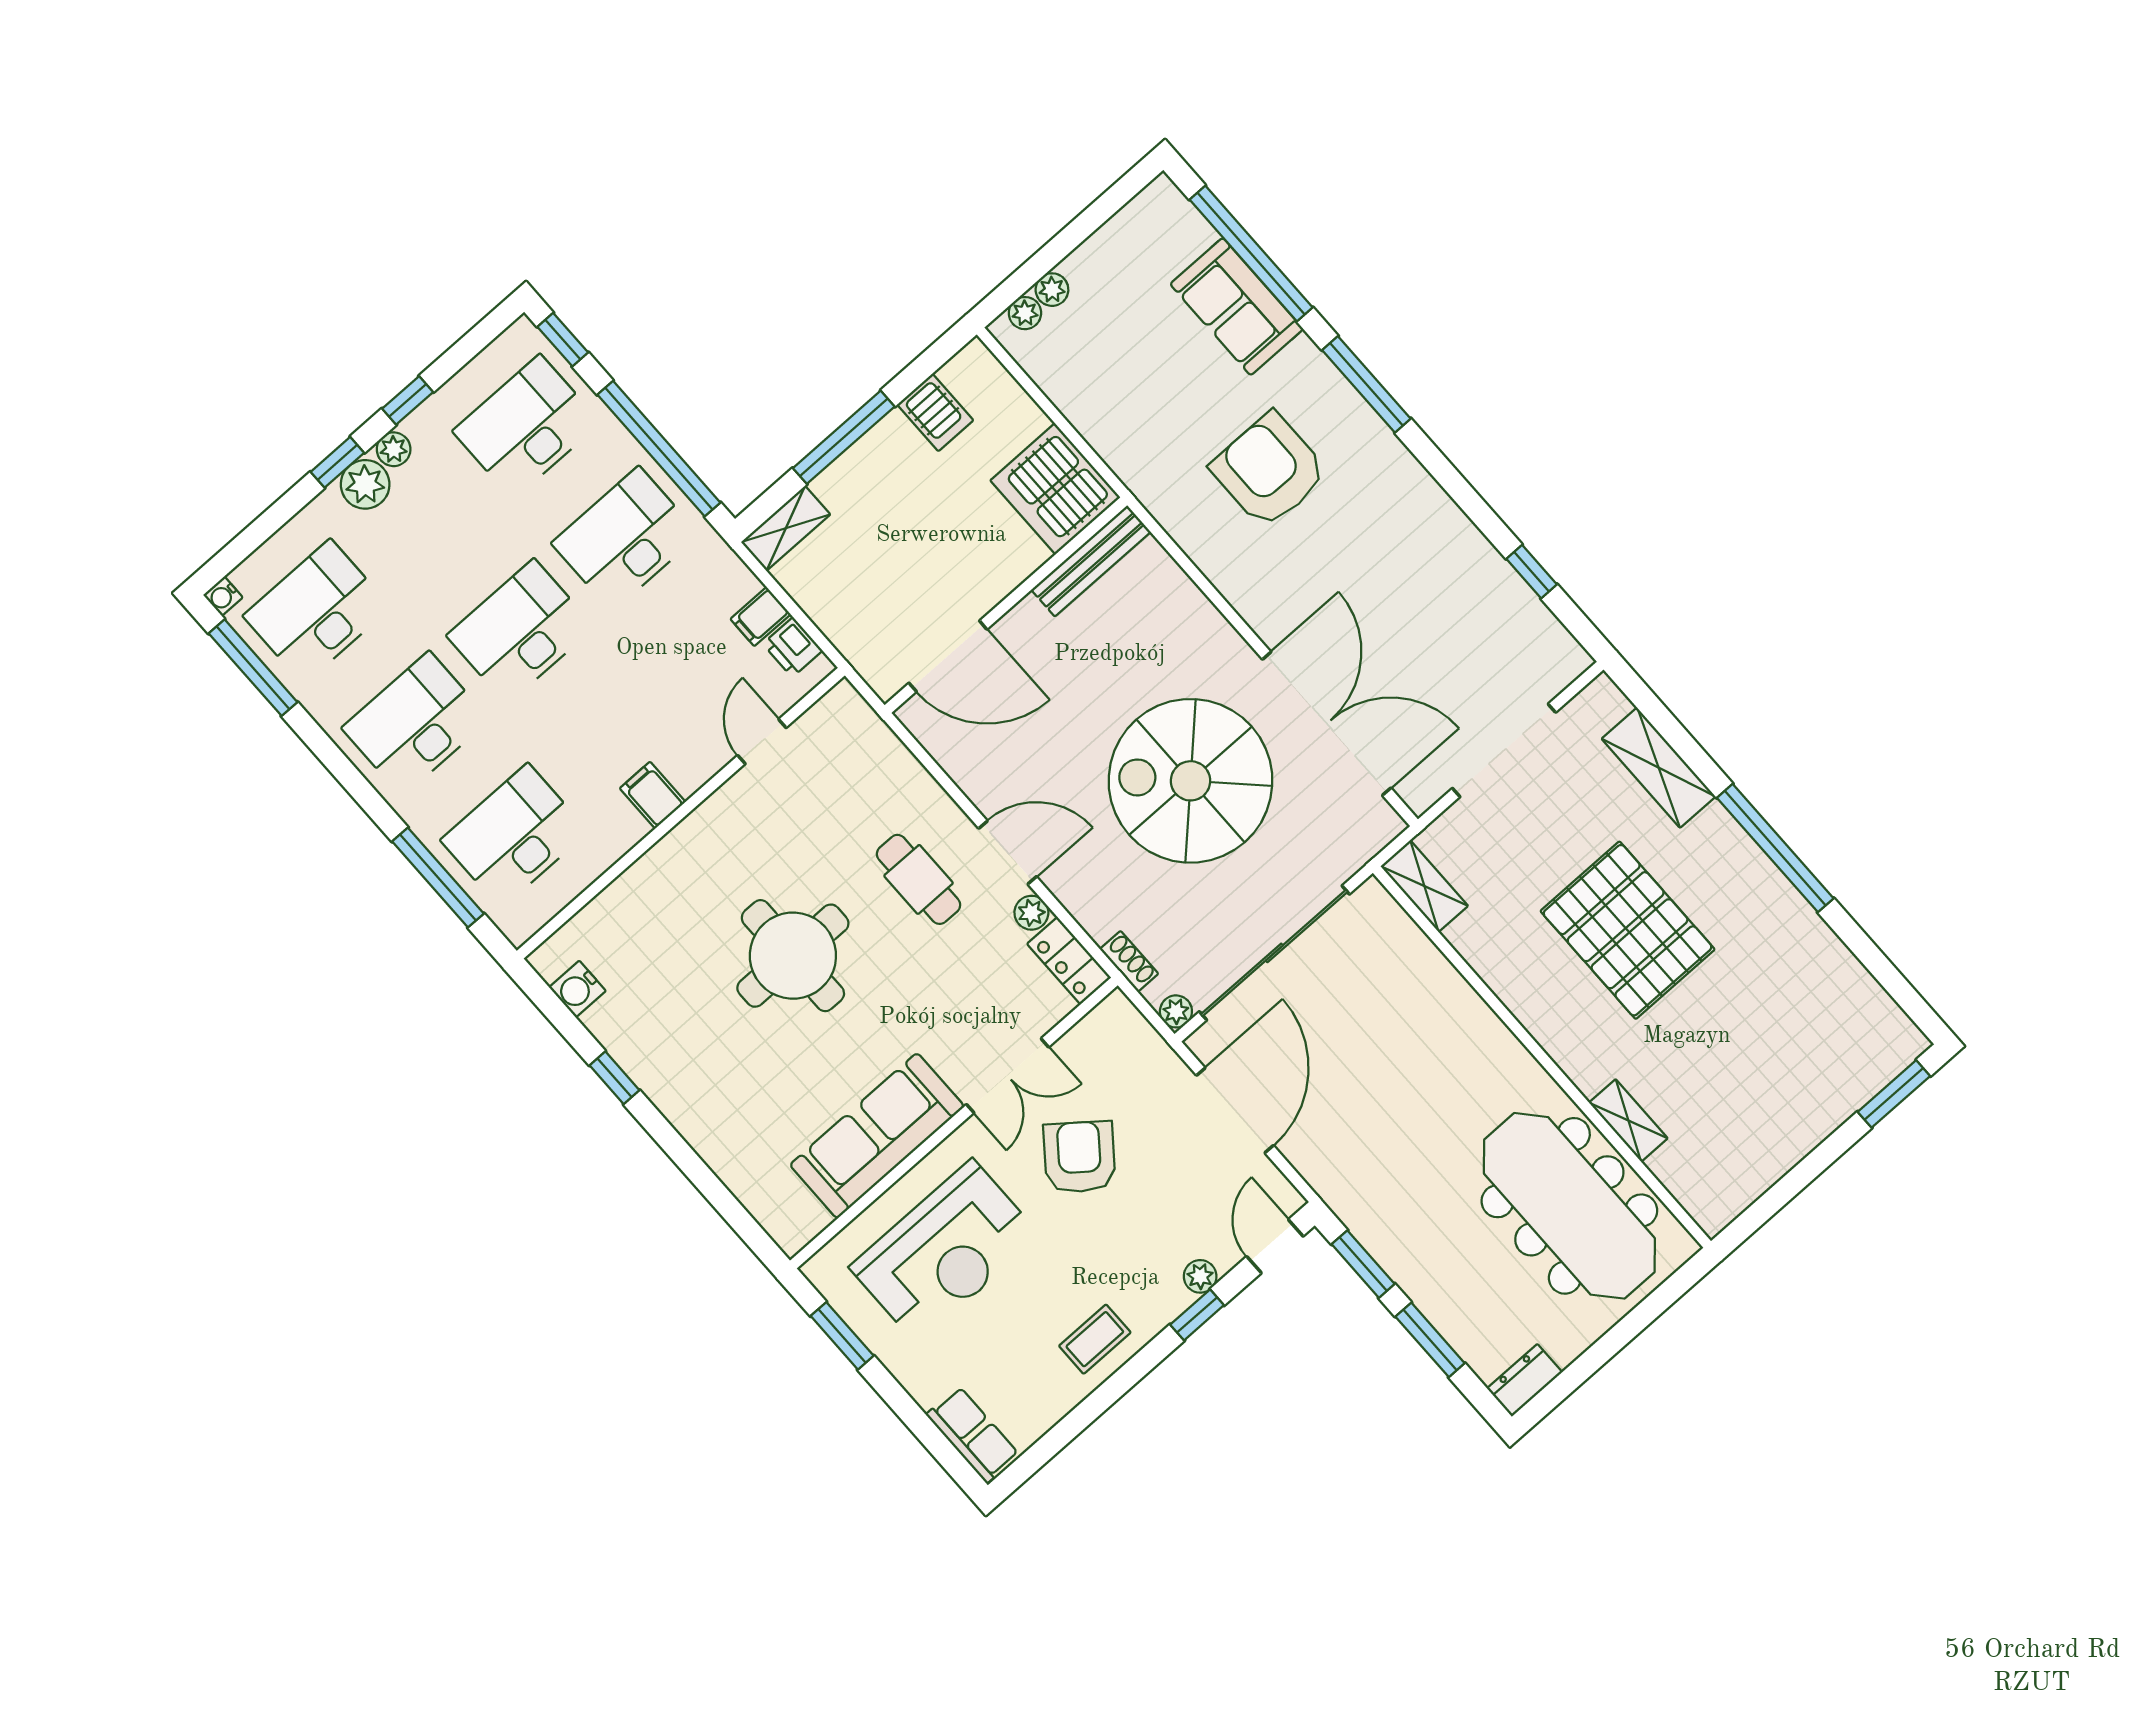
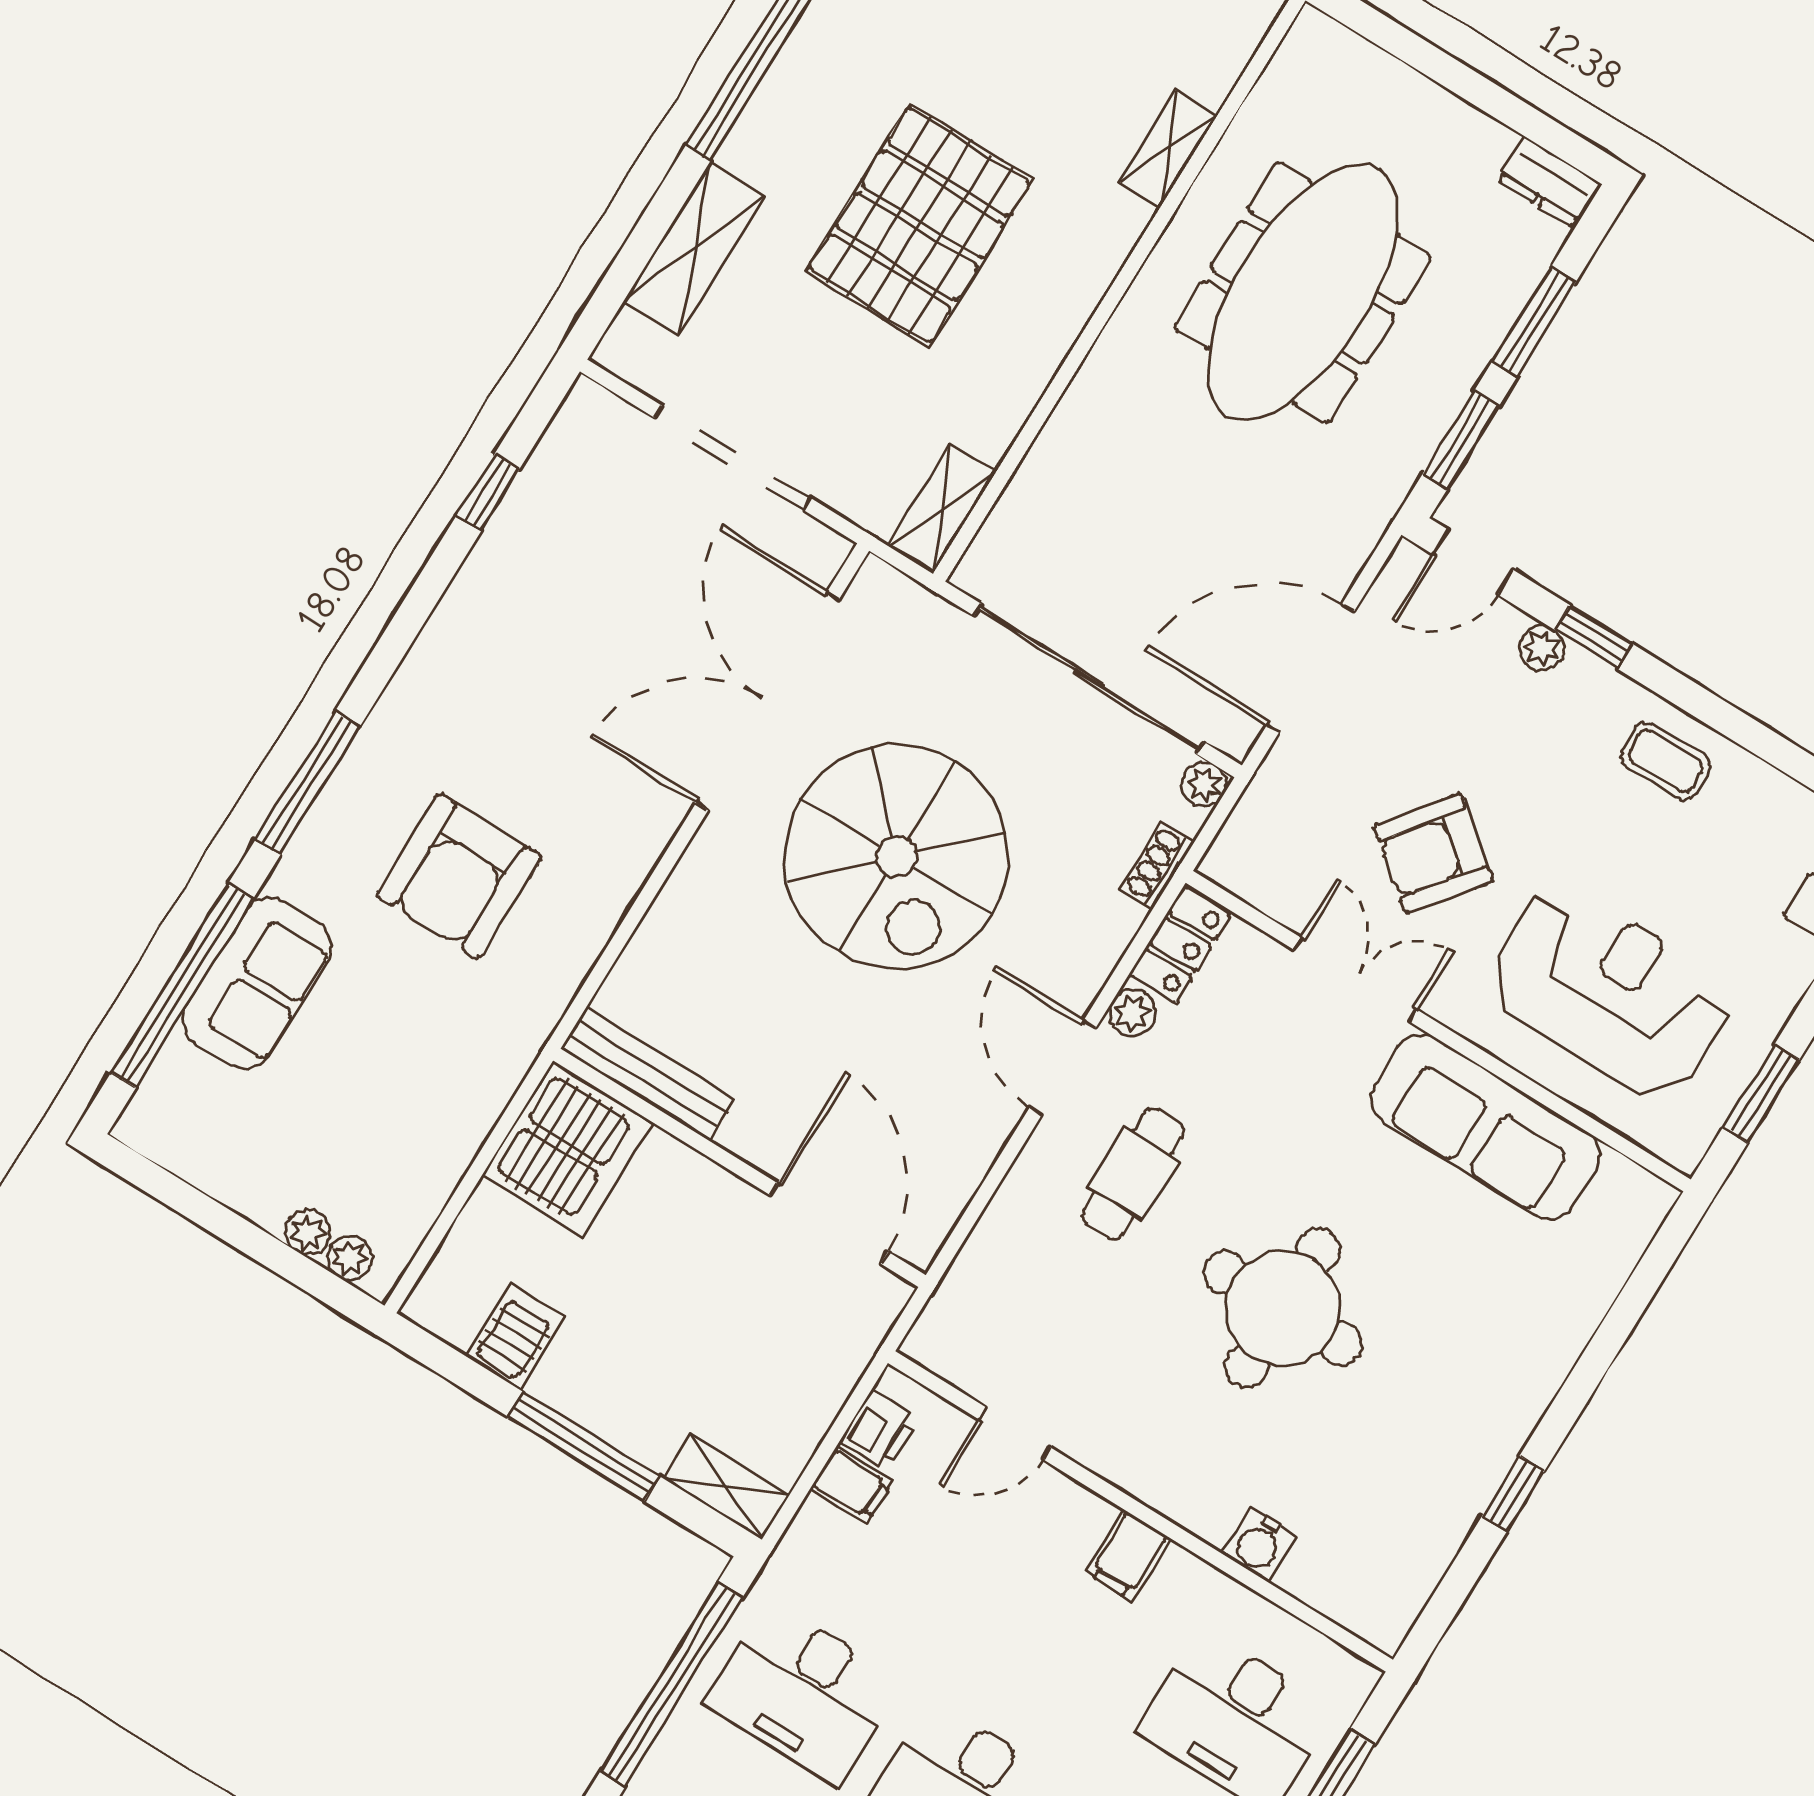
water cooler: (577, 989) -> (1259, 1544), moved, turned 90
meeting table: (1569, 1206) -> (1303, 292), moved

